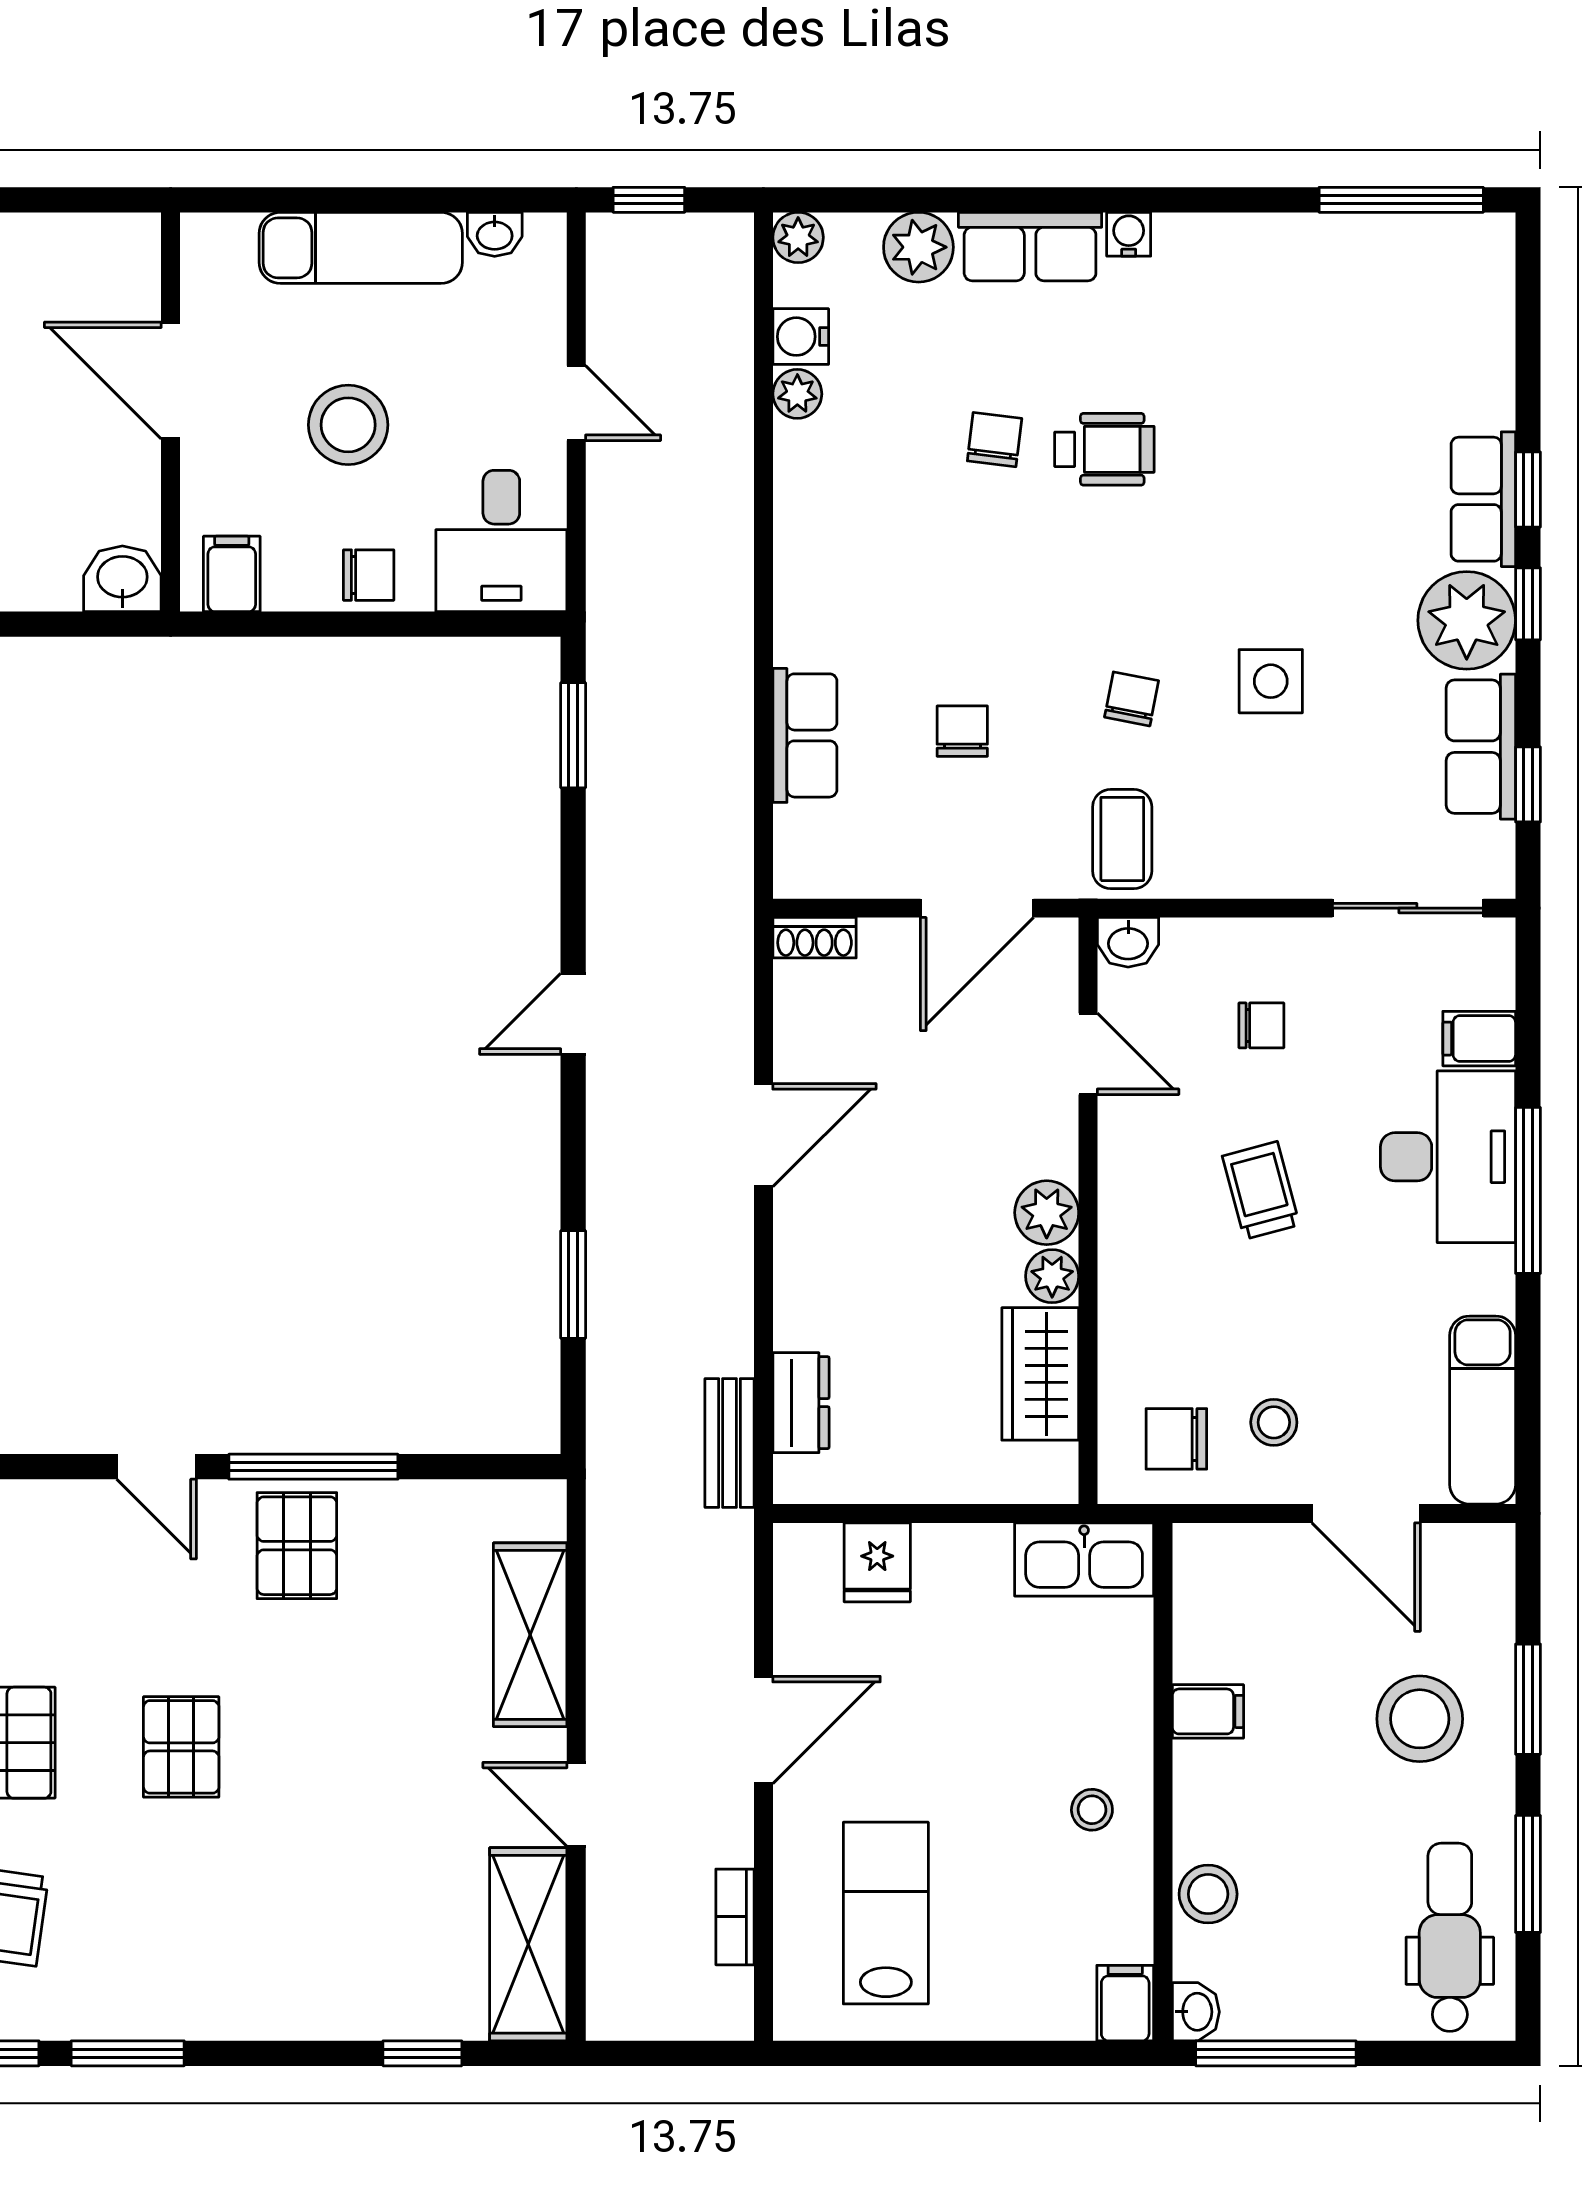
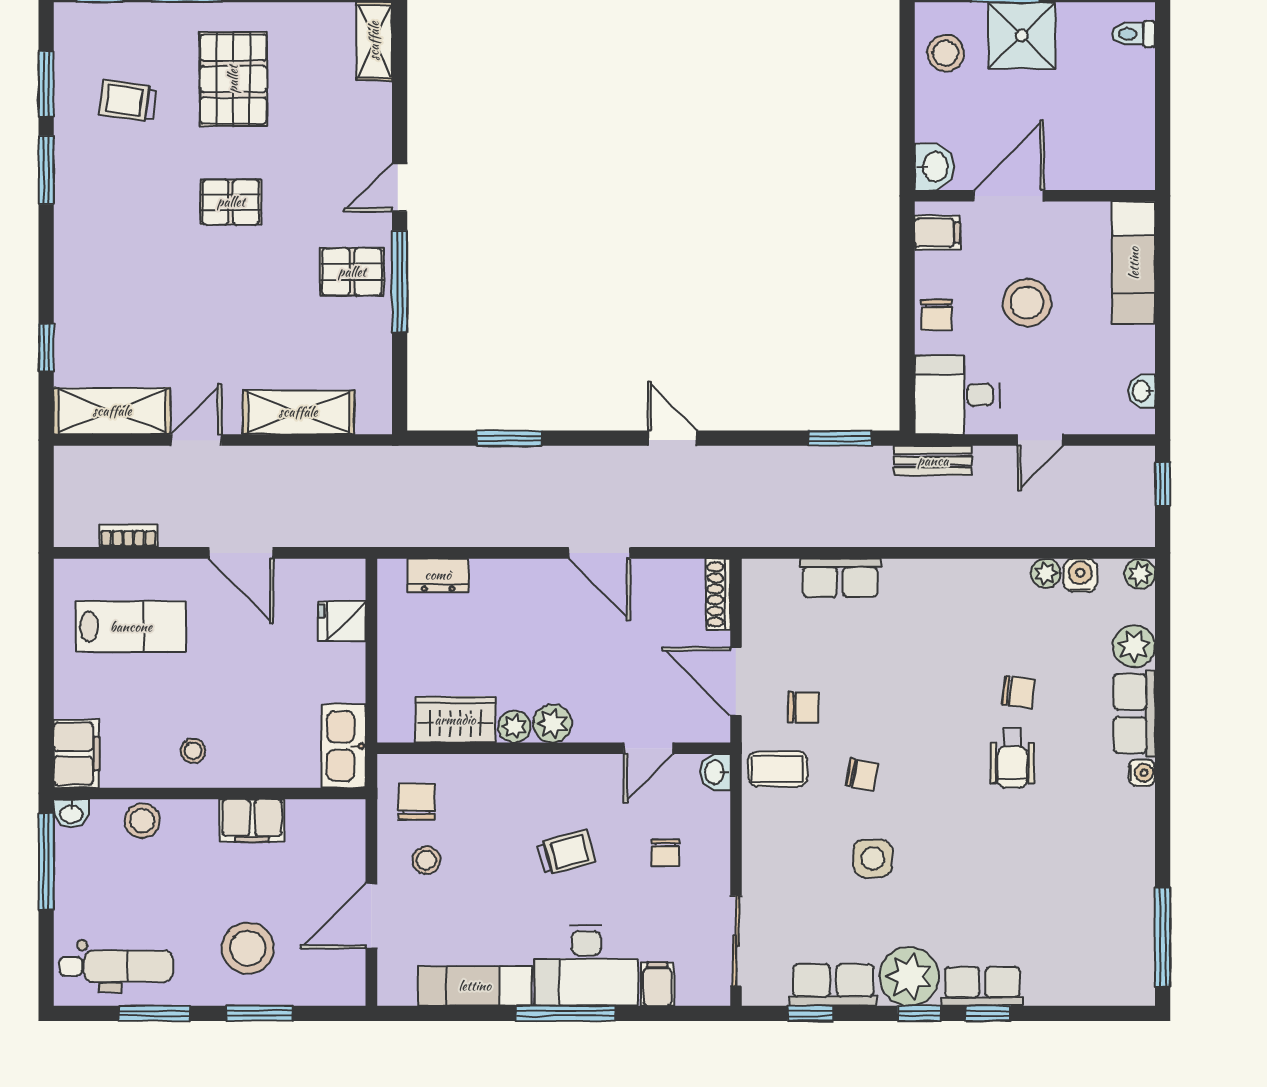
exam couch: (361, 248) -> (1134, 263), moved
door: (171, 380) -> (1009, 196), moved
chair: (962, 731) -> (803, 707), moved
shoe rack: (815, 938) -> (718, 594), width x1.43
exam couch: (1483, 1410) -> (475, 986), moved
bench: (730, 1443) -> (933, 461), moved
filing cabinet: (1208, 1711) -> (252, 821), width x2.00
filing cabinet: (1125, 2003) -> (77, 754), width x2.00

